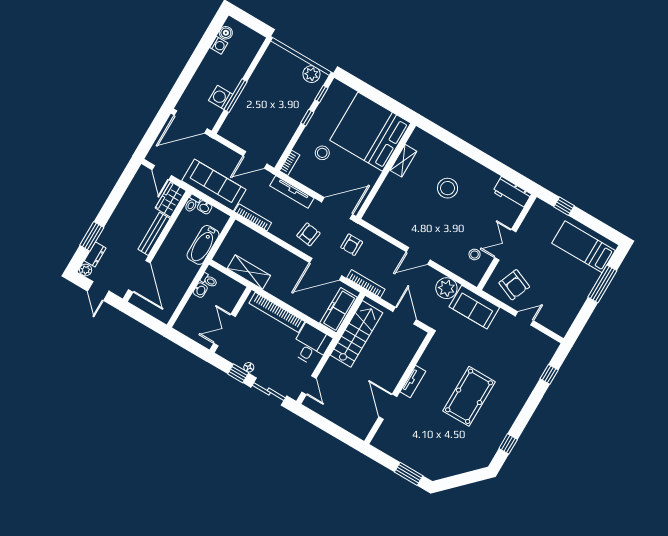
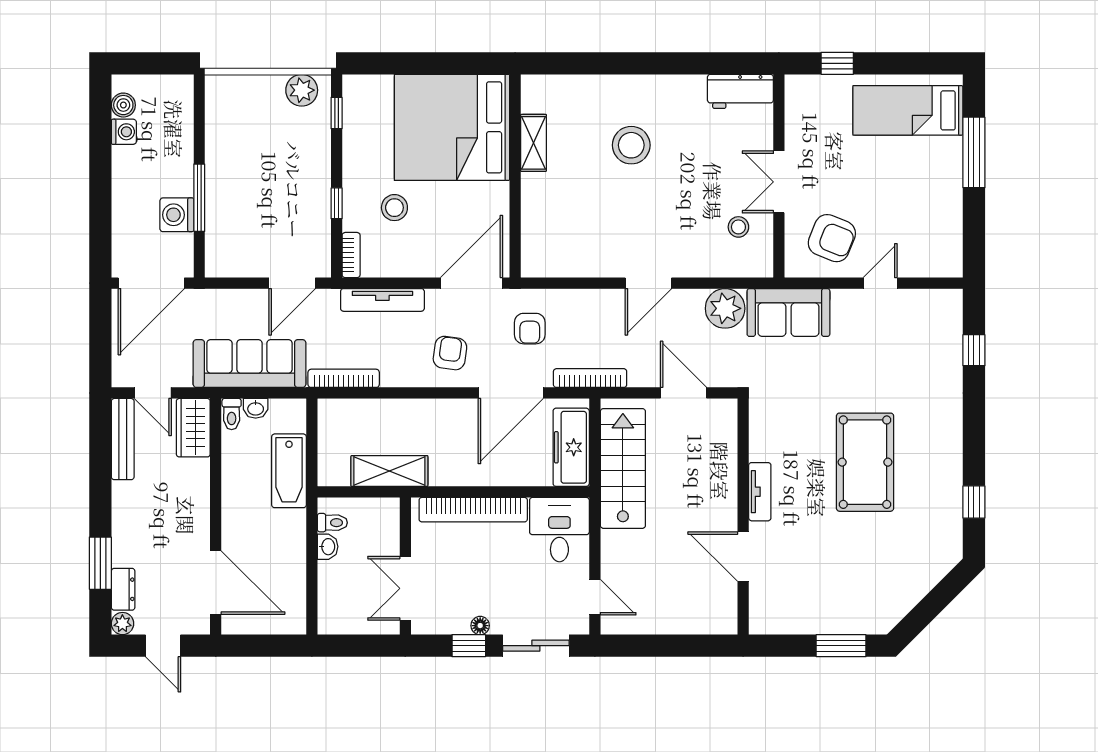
window: (307, 118) -> (337, 203), moved
bench: (154, 234) -> (123, 439), moved

